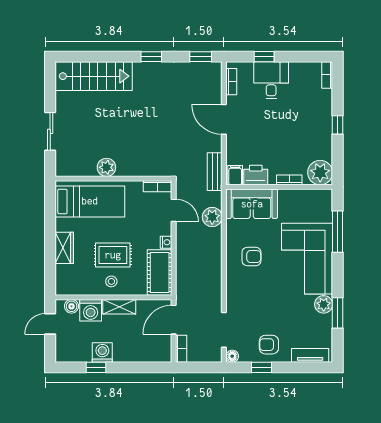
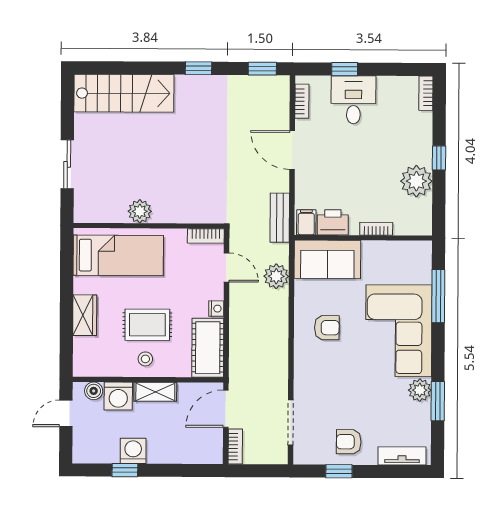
plant: (320, 173) -> (416, 181), moved
floor lamp: (232, 356) -> (301, 456), removed

